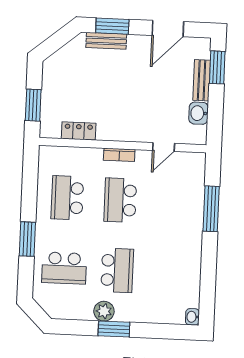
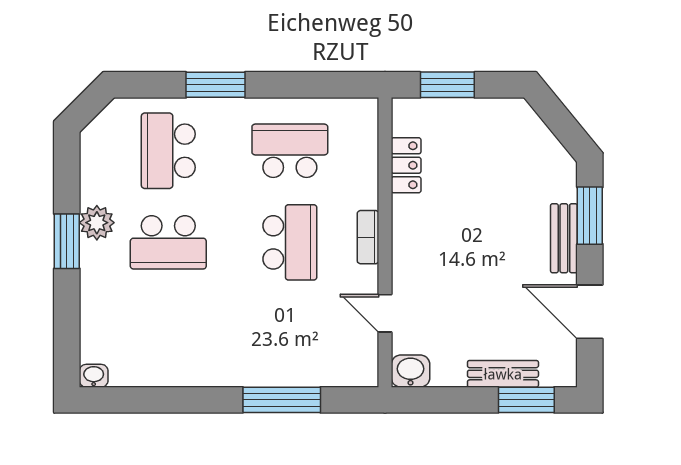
bench: (106, 41) -> (564, 238), moved
washbasin: (199, 113) -> (410, 371), moved
school desk: (120, 200) -> (290, 242), turned 90

